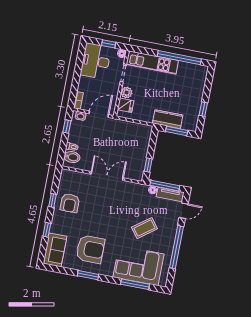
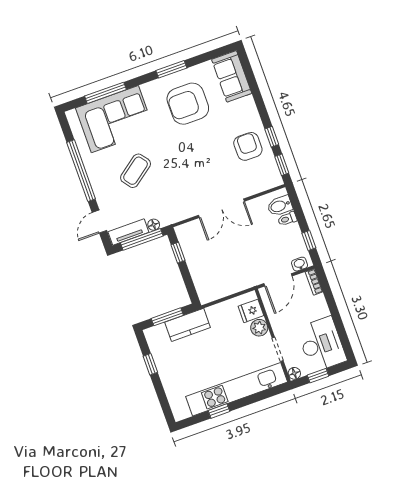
window: (179, 58) -> (219, 411), width x0.32
kitchen unit: (152, 62) -> (237, 389), width x1.36
window: (47, 230) -> (282, 165), moved

